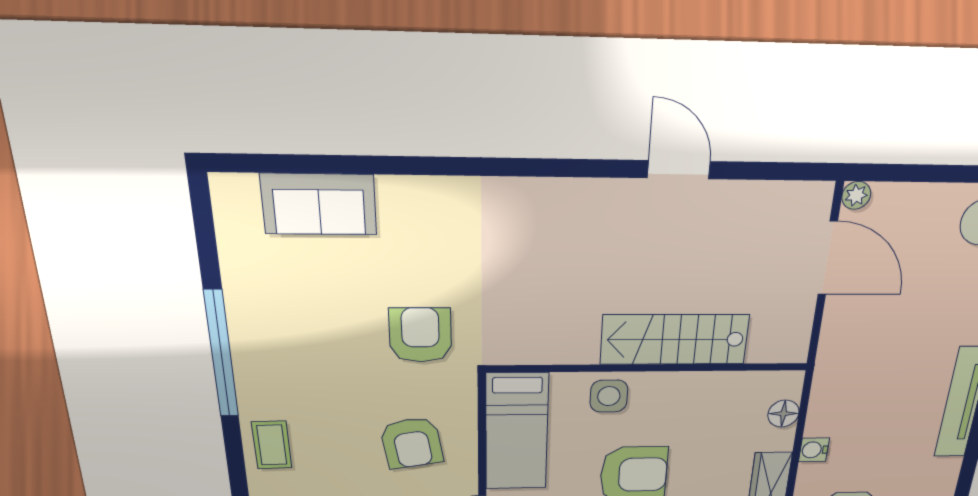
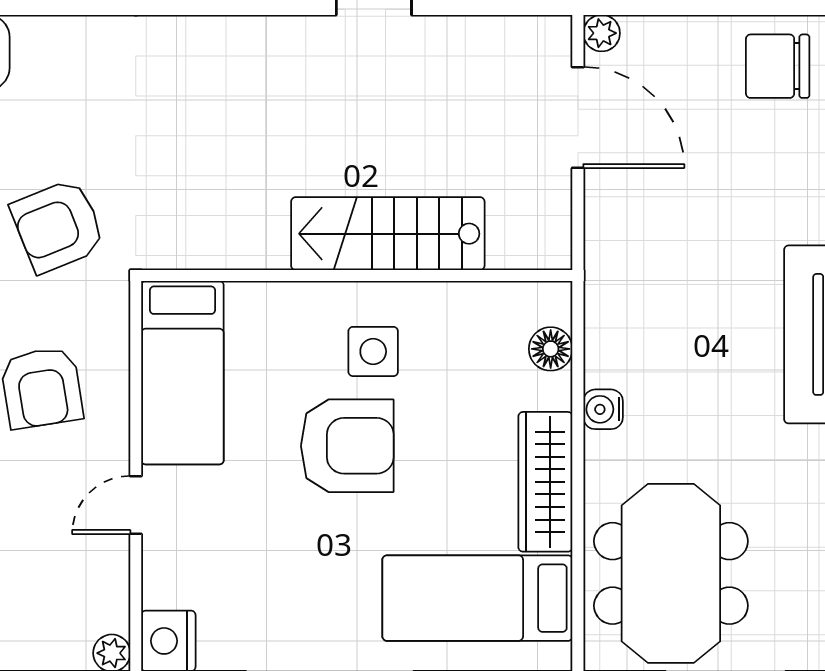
armchair: (420, 335) -> (58, 226), turned -112
side table: (609, 396) -> (373, 351), moved

